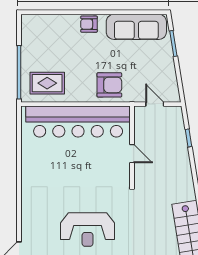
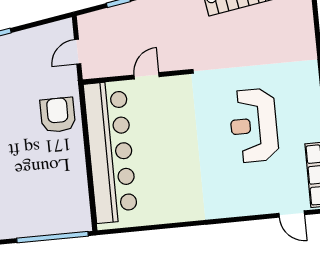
rug: (47, 83) -> (63, 198), removed
reception desk: (88, 230) -> (254, 125), turned 180

